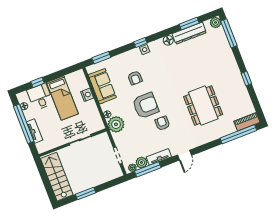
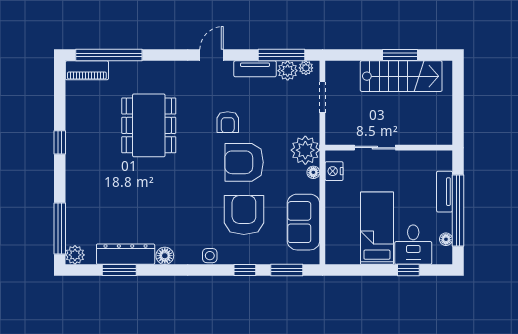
window: (140, 43) -> (245, 270), moved
armchair: (135, 78) -> (244, 215), width x1.88, depth x1.88
nightstand: (87, 95) -> (334, 171), moved
stairs: (57, 177) -> (401, 76), moved, turned -90

